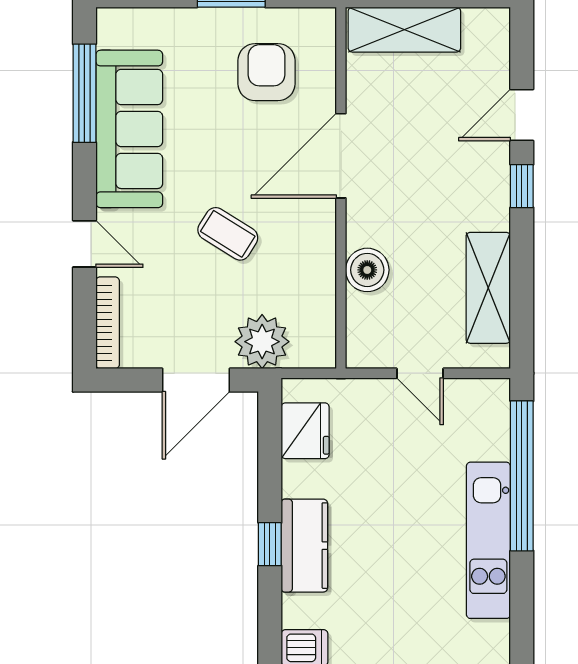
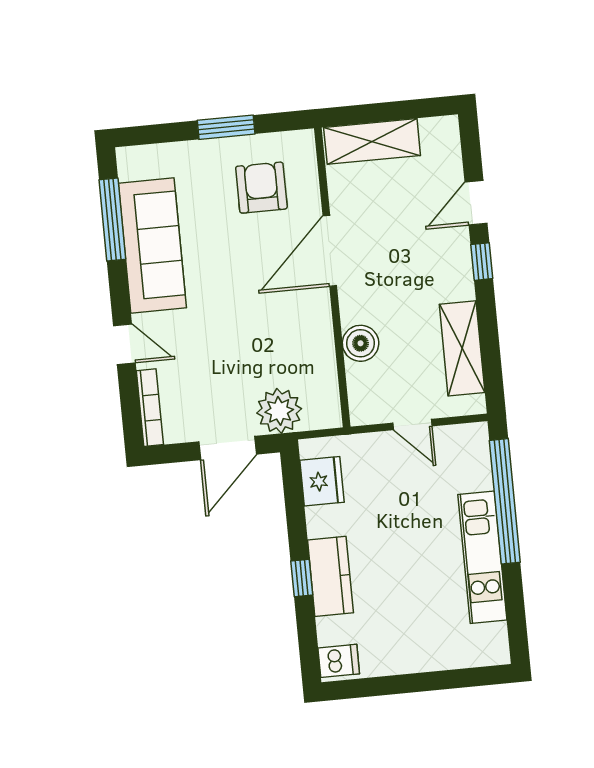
coffee table: (228, 234) -> (242, 324), removed

